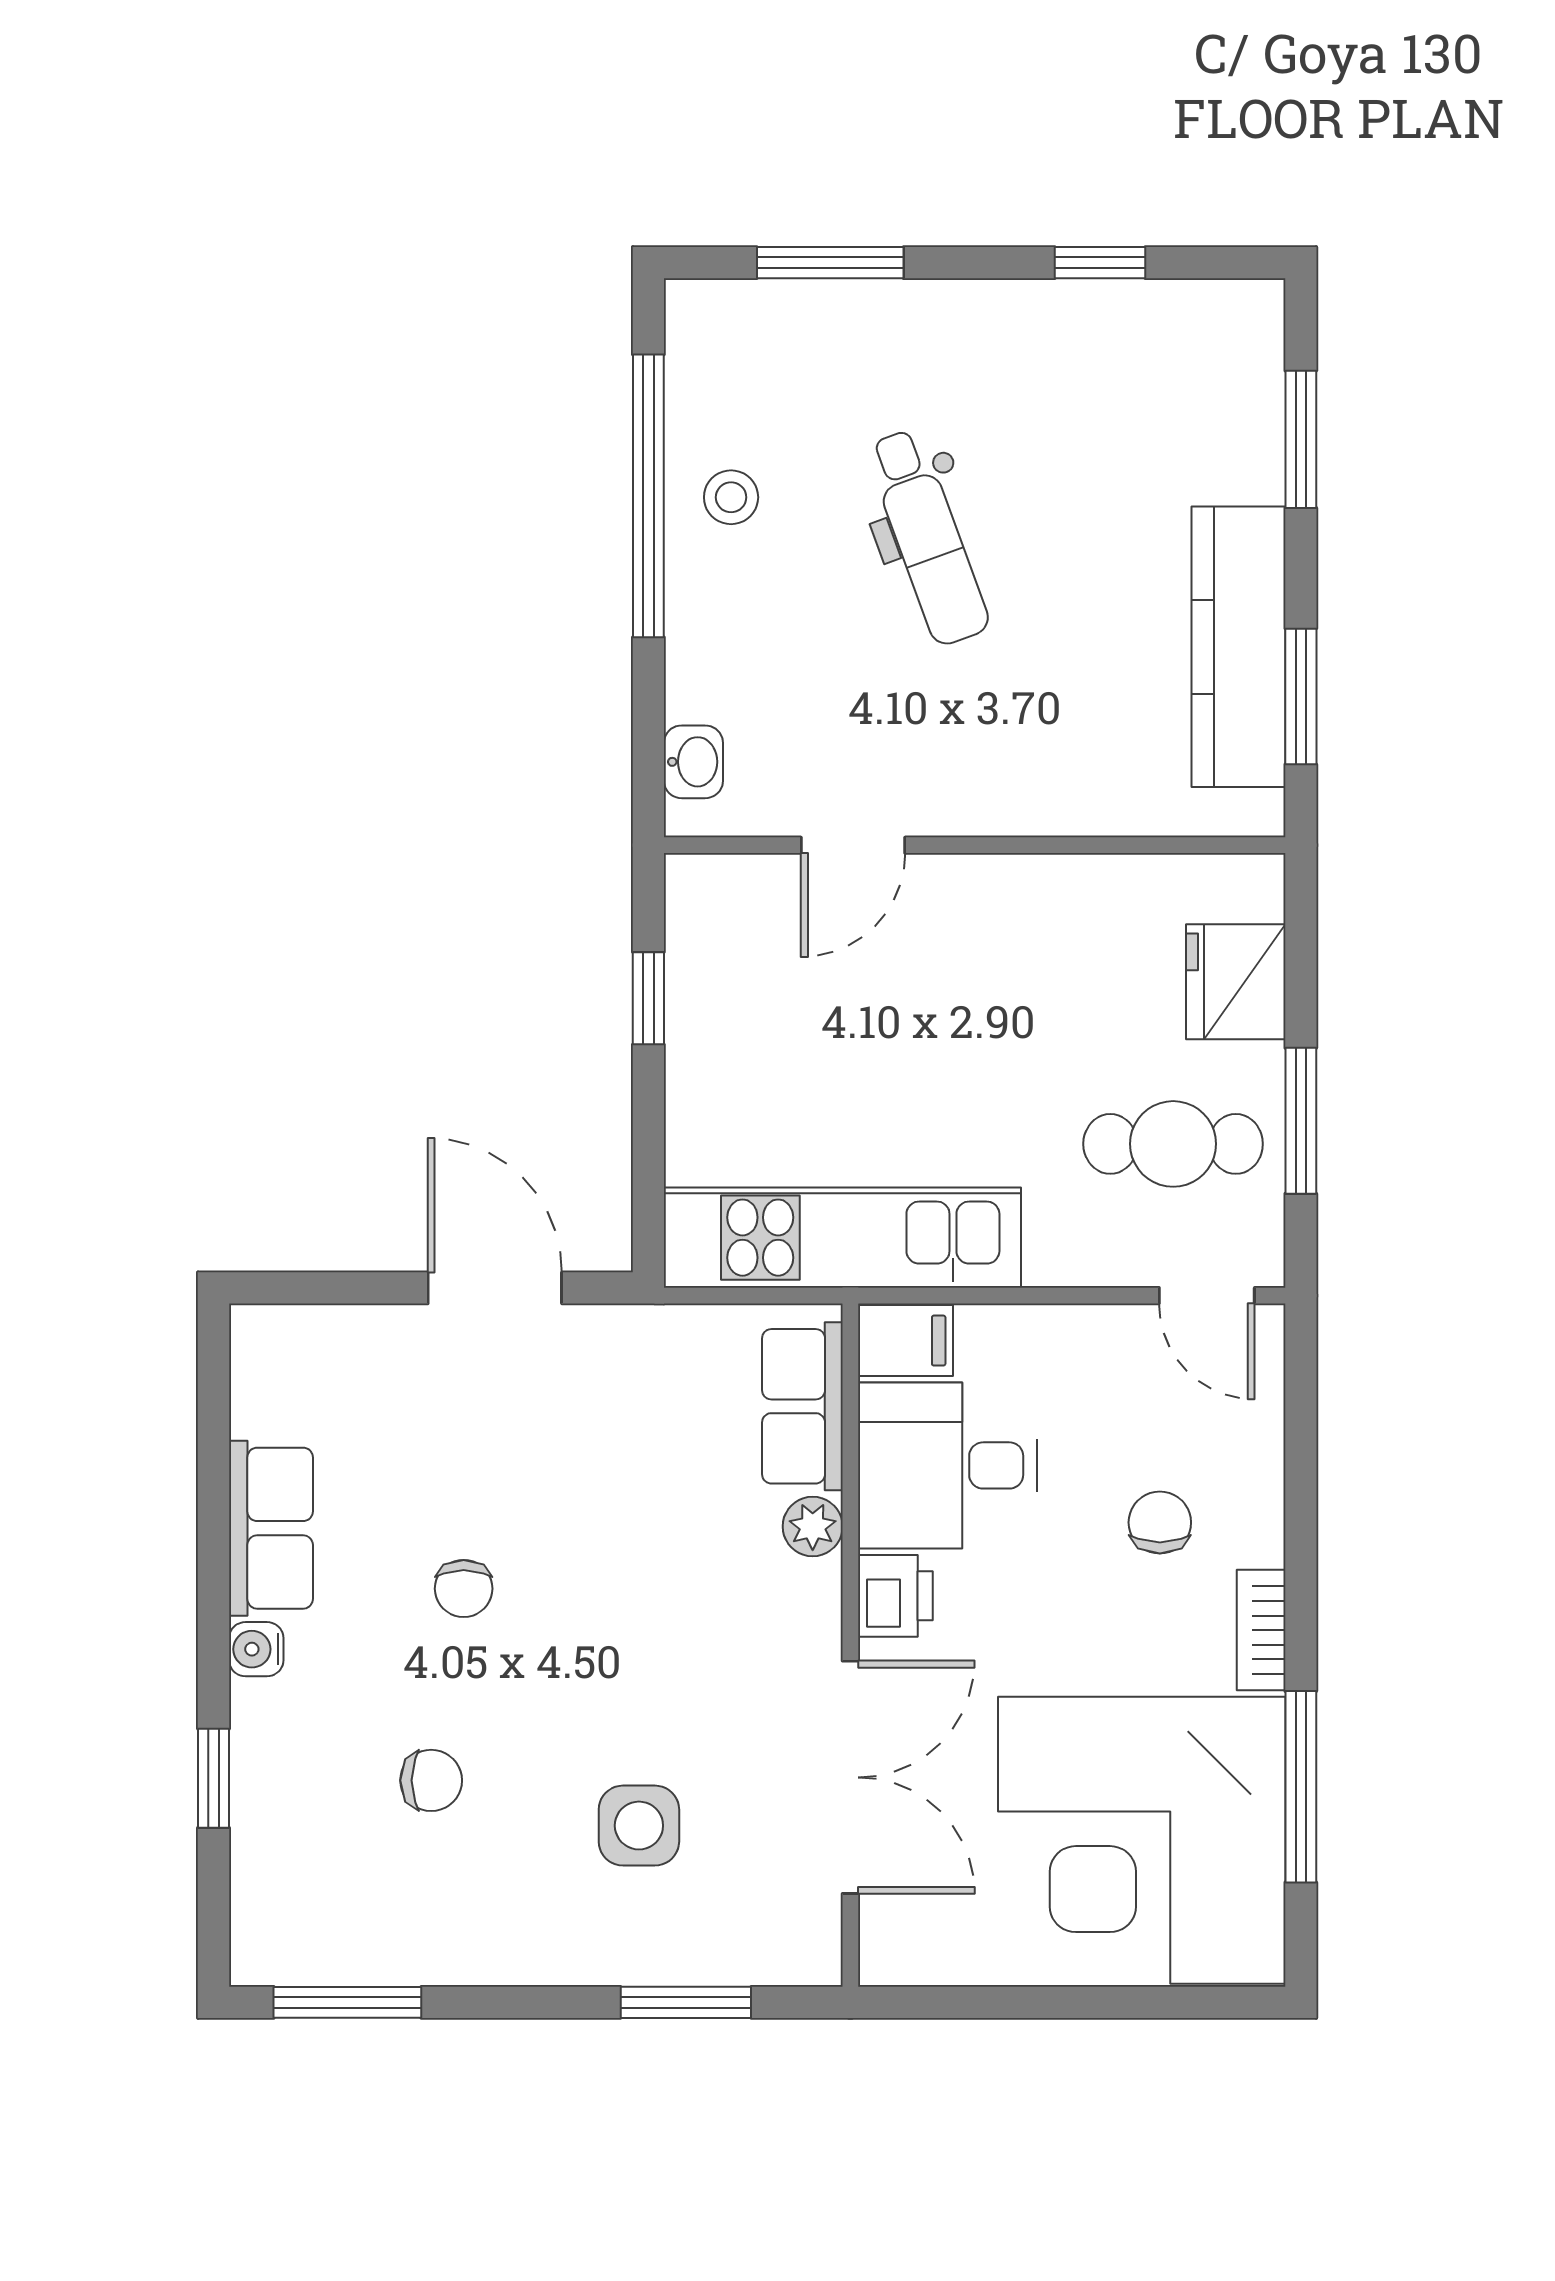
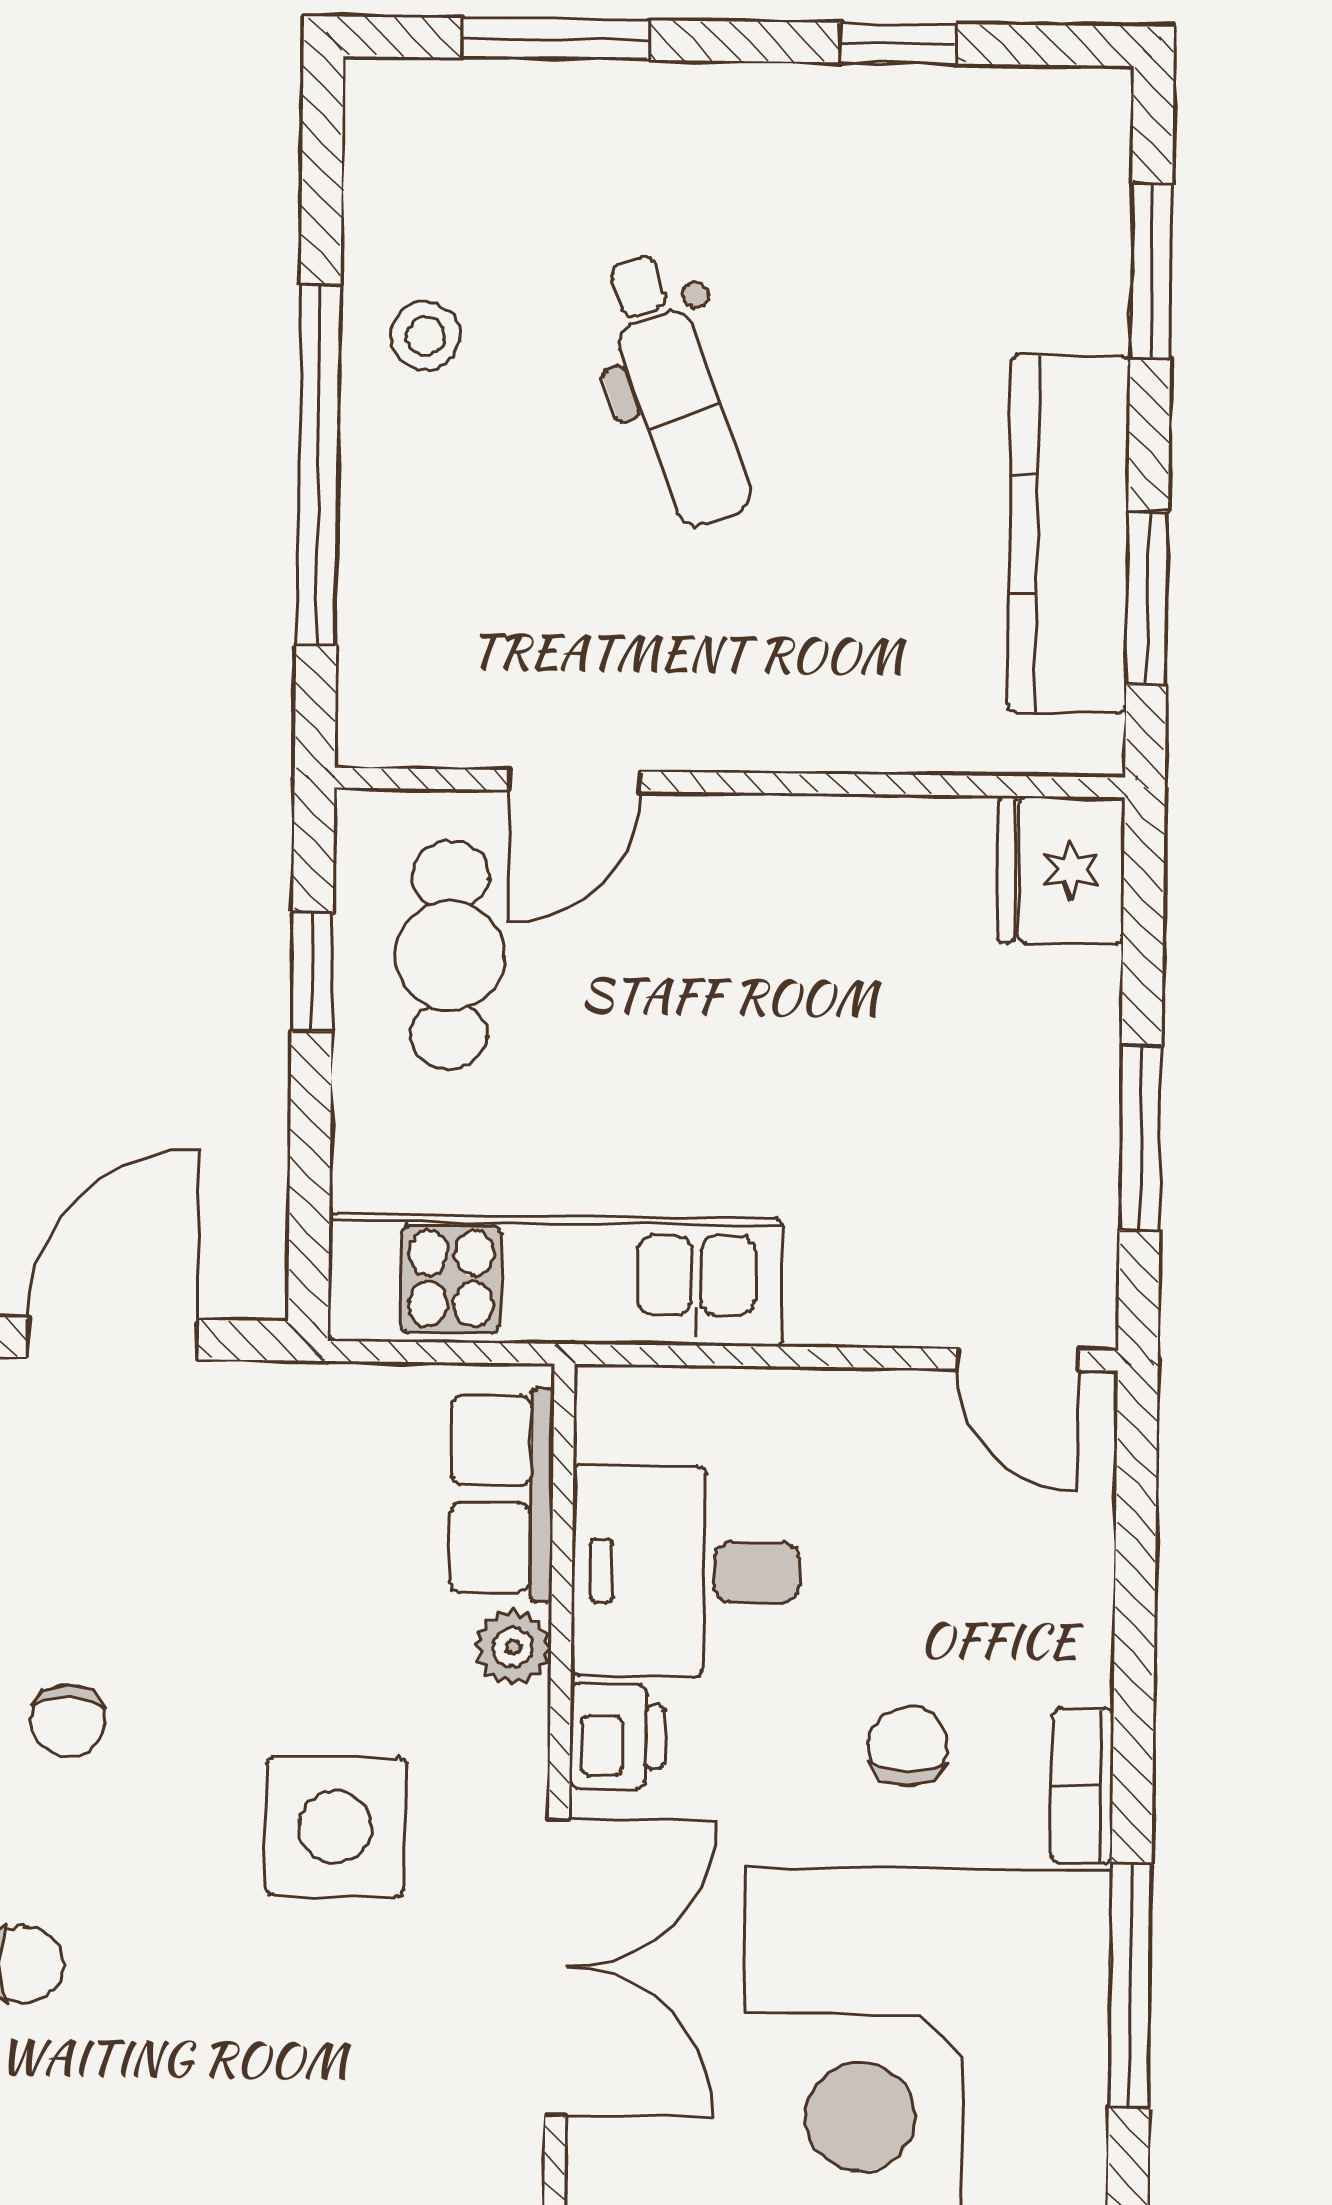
window: (648, 496) -> (318, 465), moved
washbasin: (693, 762) -> (373, 672), removed
fridge: (1236, 982) -> (1061, 870), moved
cafe table: (1173, 1144) -> (450, 955), moved, turned 90
door: (495, 1288) -> (112, 1339), hinge flipped
filing cabinet: (905, 1341) -> (634, 1412), removed
chair: (1160, 1522) -> (907, 1746), moved
side table: (639, 1826) -> (335, 1827), moved, width x1.37, depth x1.37

